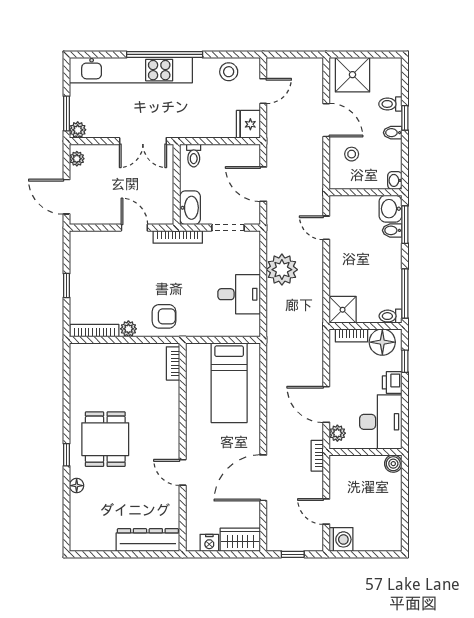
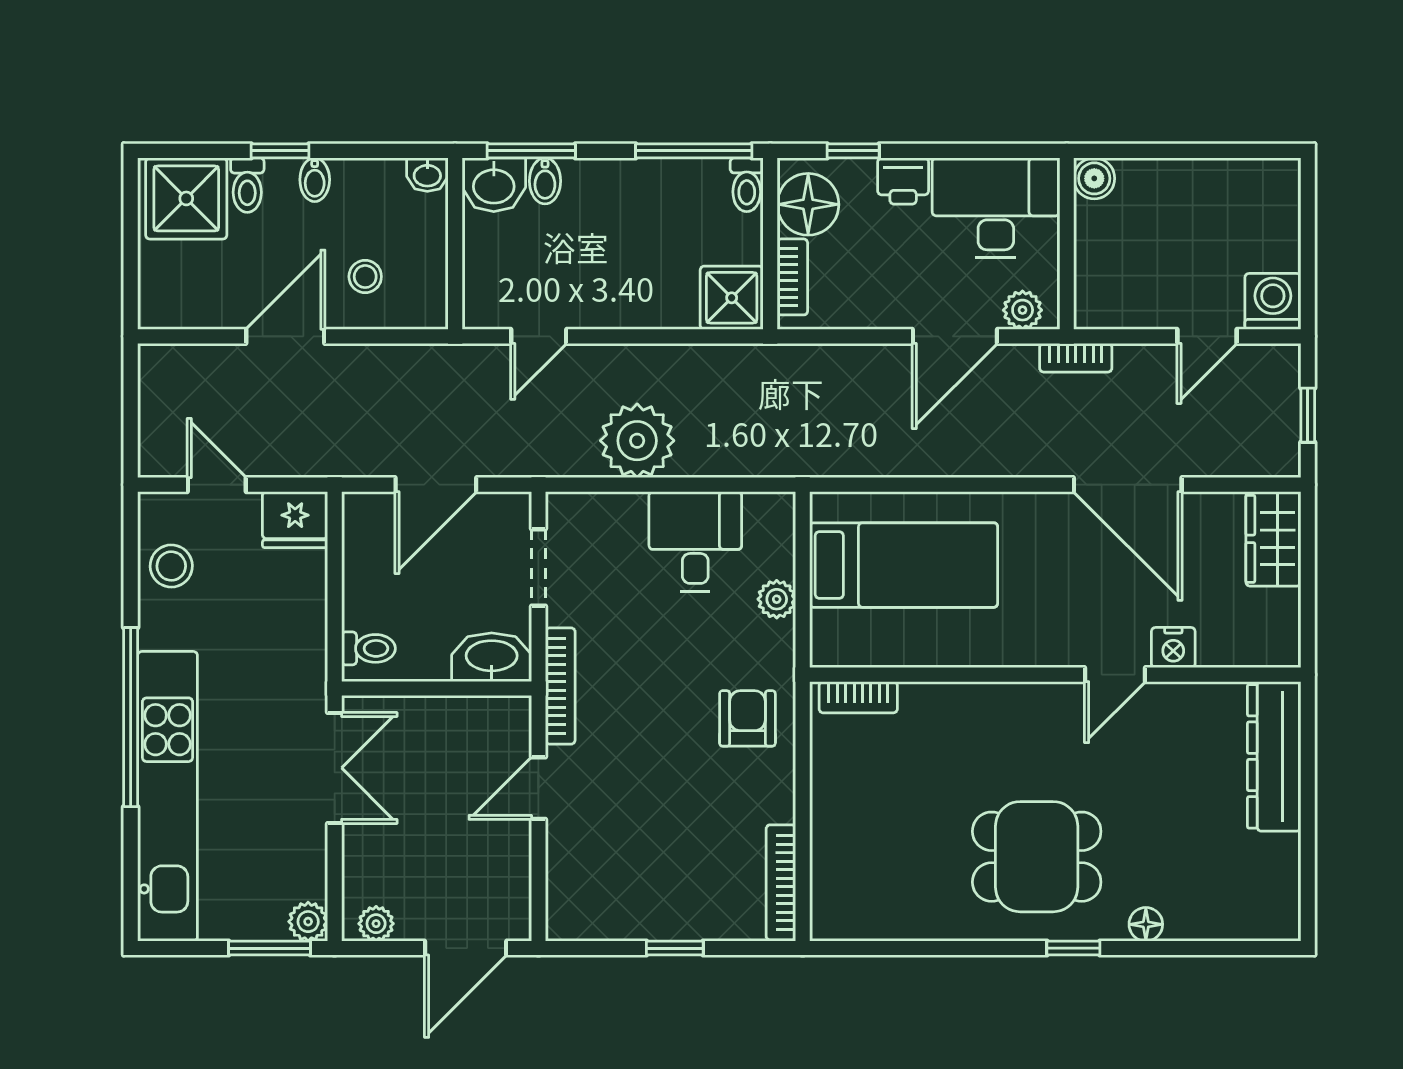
shower: (352, 75) -> (186, 198), moved
plant: (128, 329) -> (777, 599), moved
nightstand: (209, 543) -> (1173, 648), moved, turned 90

